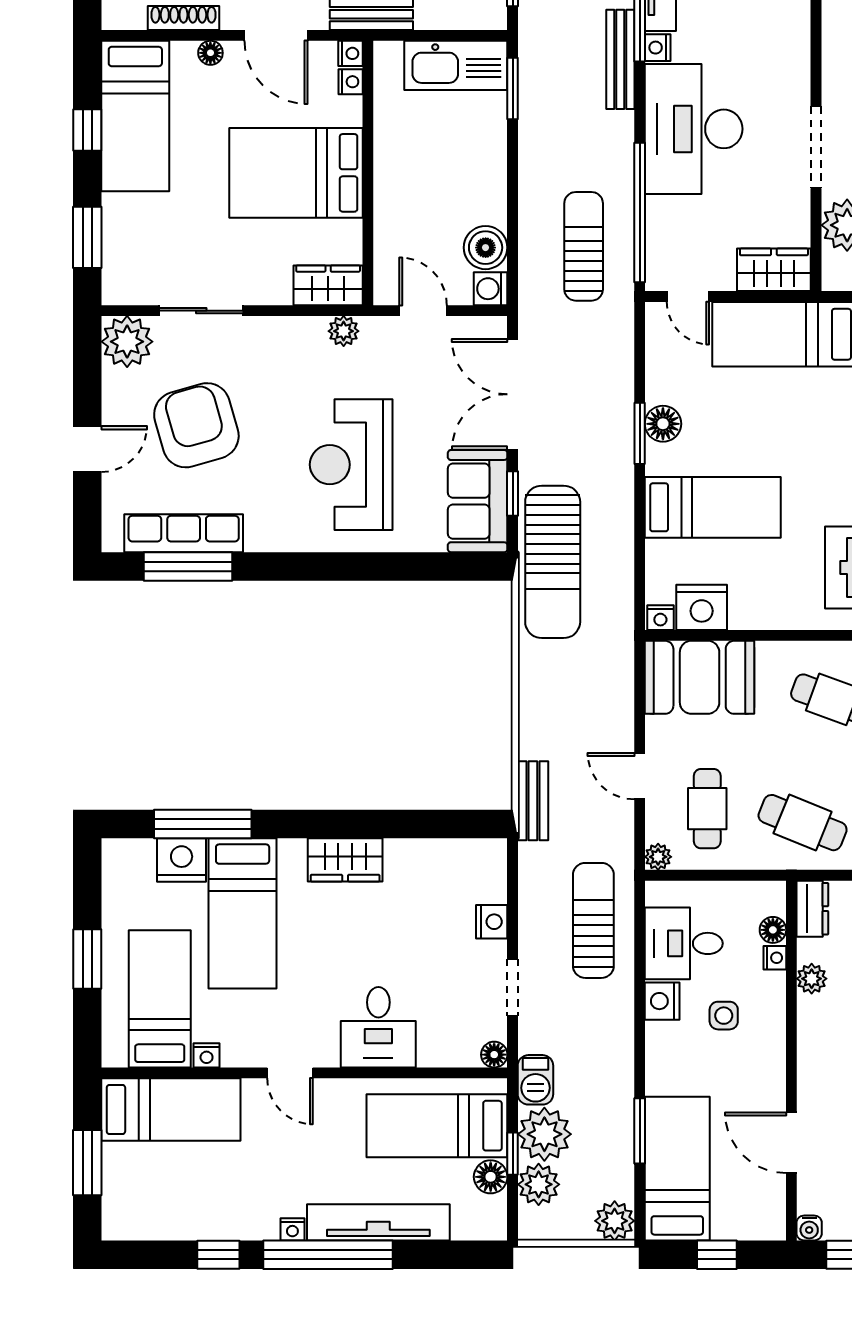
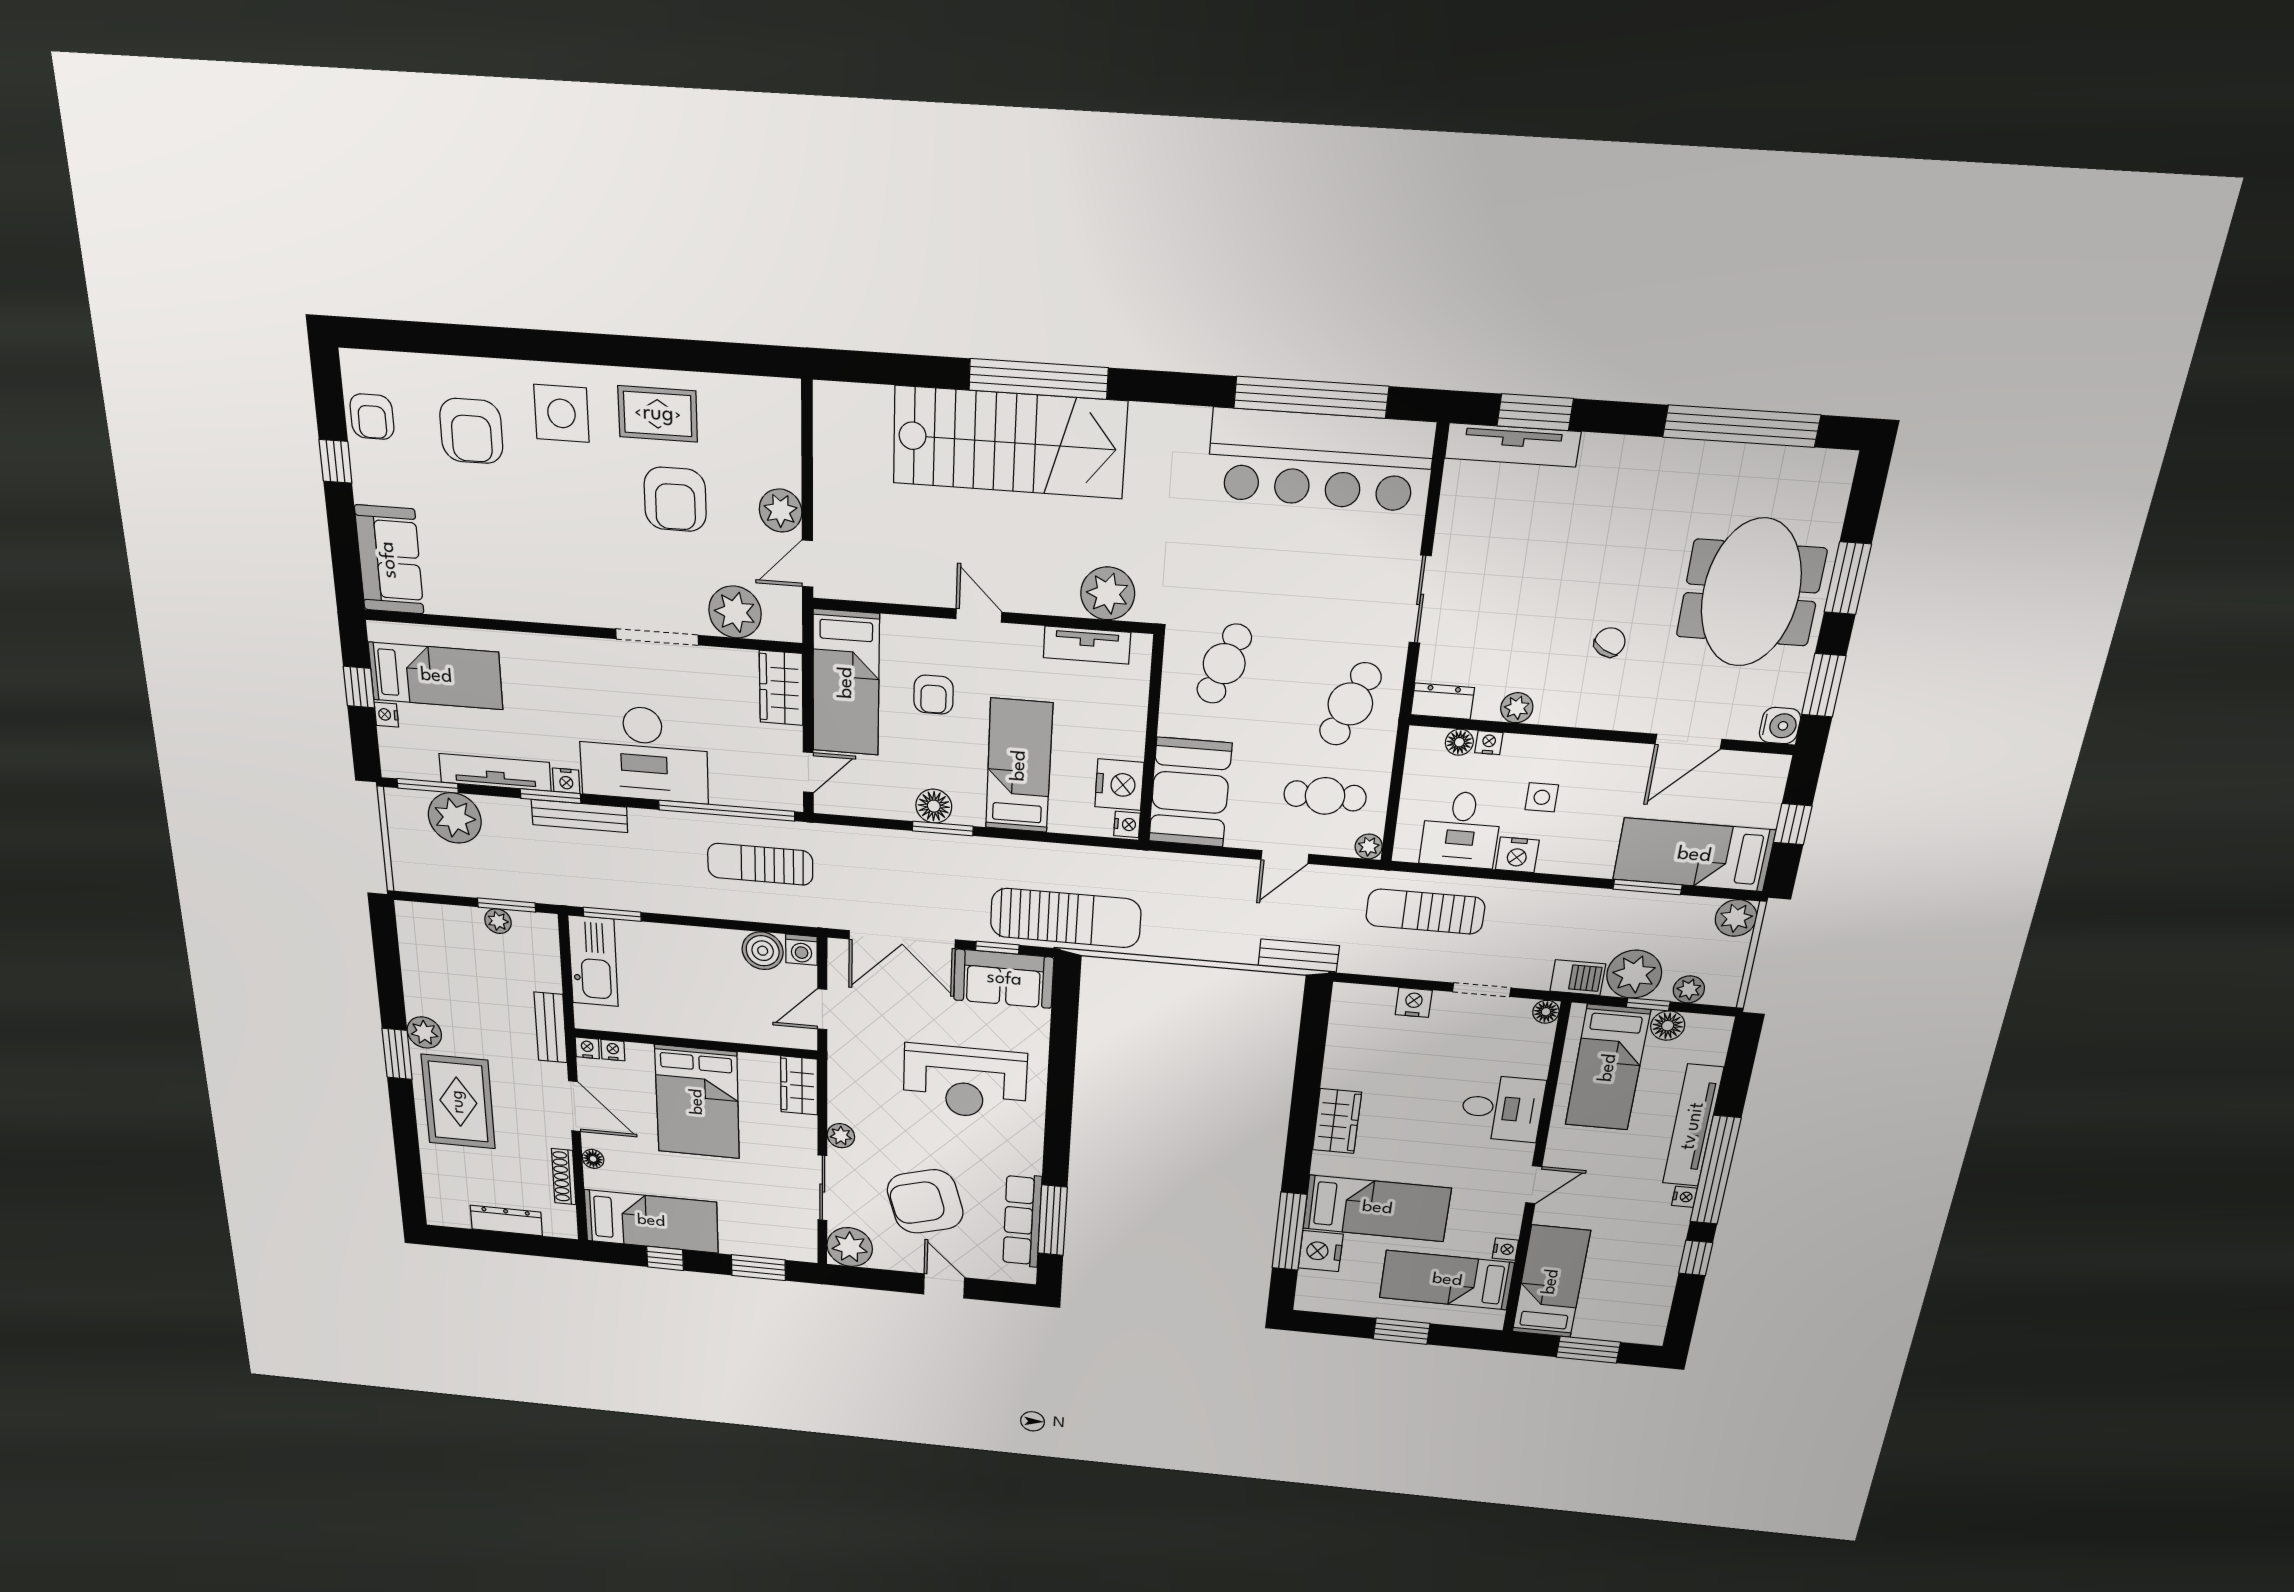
door: (276, 35) -> (575, 1106), hinge flipped
plant: (344, 331) -> (841, 1136), moved
armchair: (779, 421) -> (934, 695), added
plant: (539, 1184) -> (1689, 989), width x0.73, depth x0.73
water cooler: (809, 1228) -> (1780, 726), width x1.38, depth x1.38

